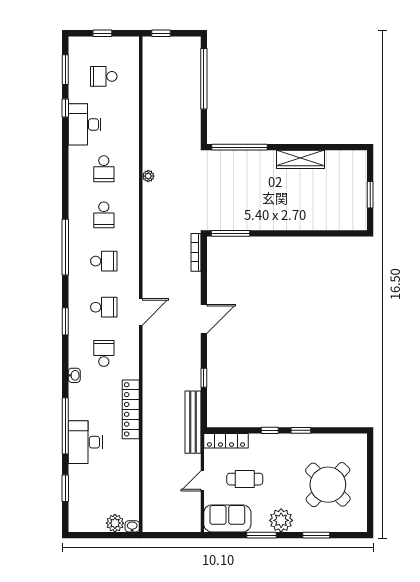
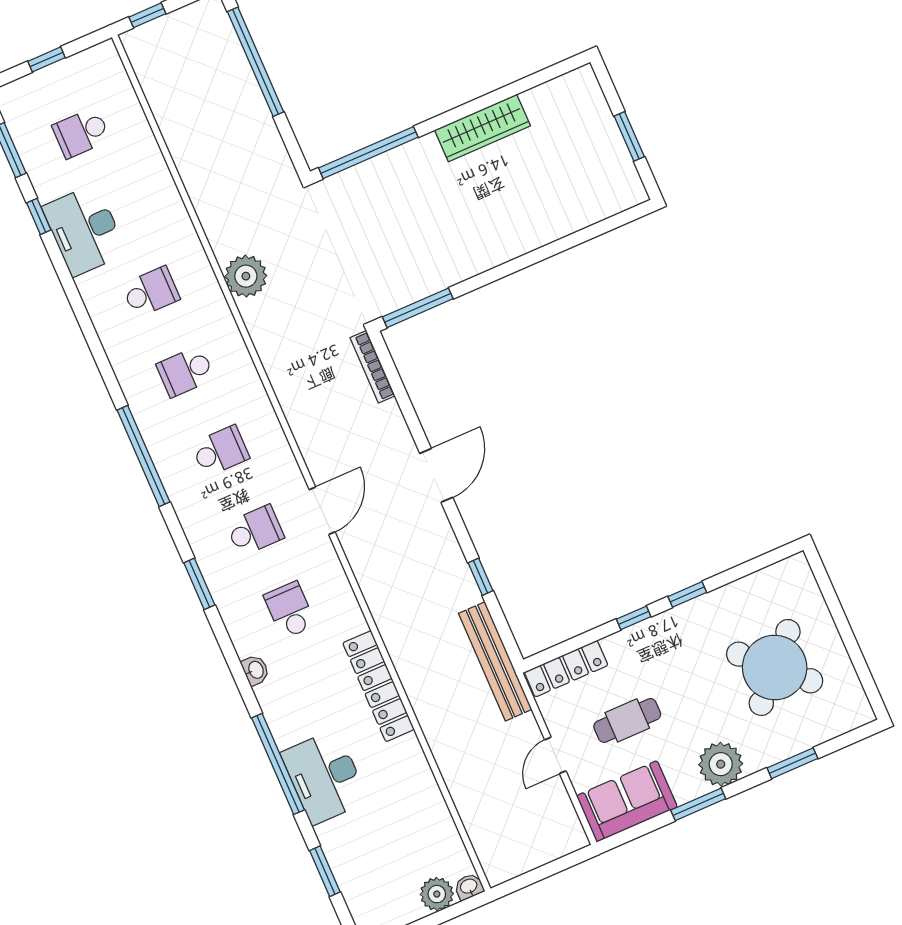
school desk: (104, 169) -> (151, 292), turned -90
plant: (148, 176) -> (246, 276), width x1.88, depth x1.88
school desk: (104, 215) -> (186, 371), turned 90

